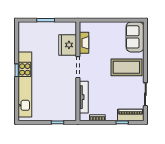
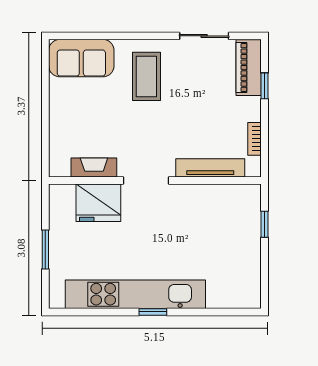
coffee table: (126, 67) -> (146, 76), width x0.73, depth x0.76
kitchen unit: (25, 84) -> (135, 294), moved

